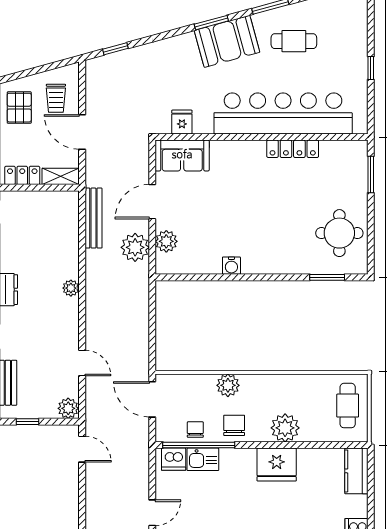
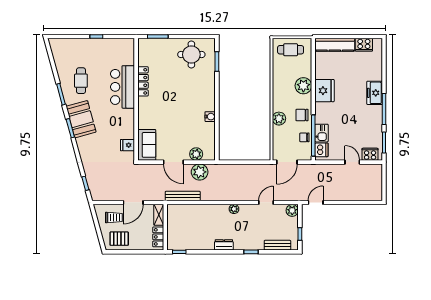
bar counter: (283, 113) -> (123, 87), width x0.54
plant: (71, 288) -> (234, 209), moved
kitchen counter: (356, 471) -> (335, 45), width x1.50

